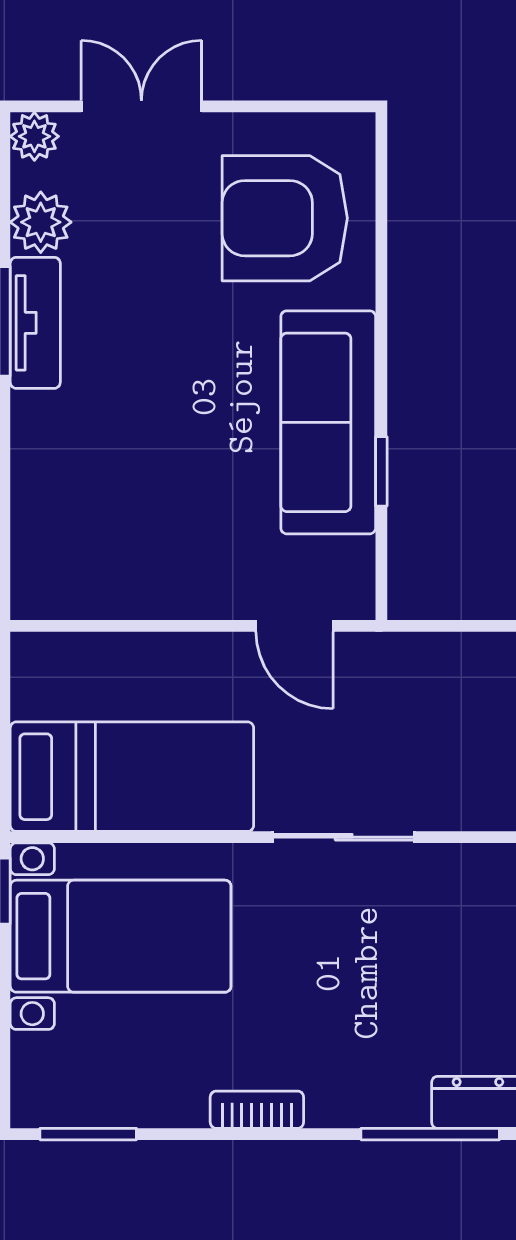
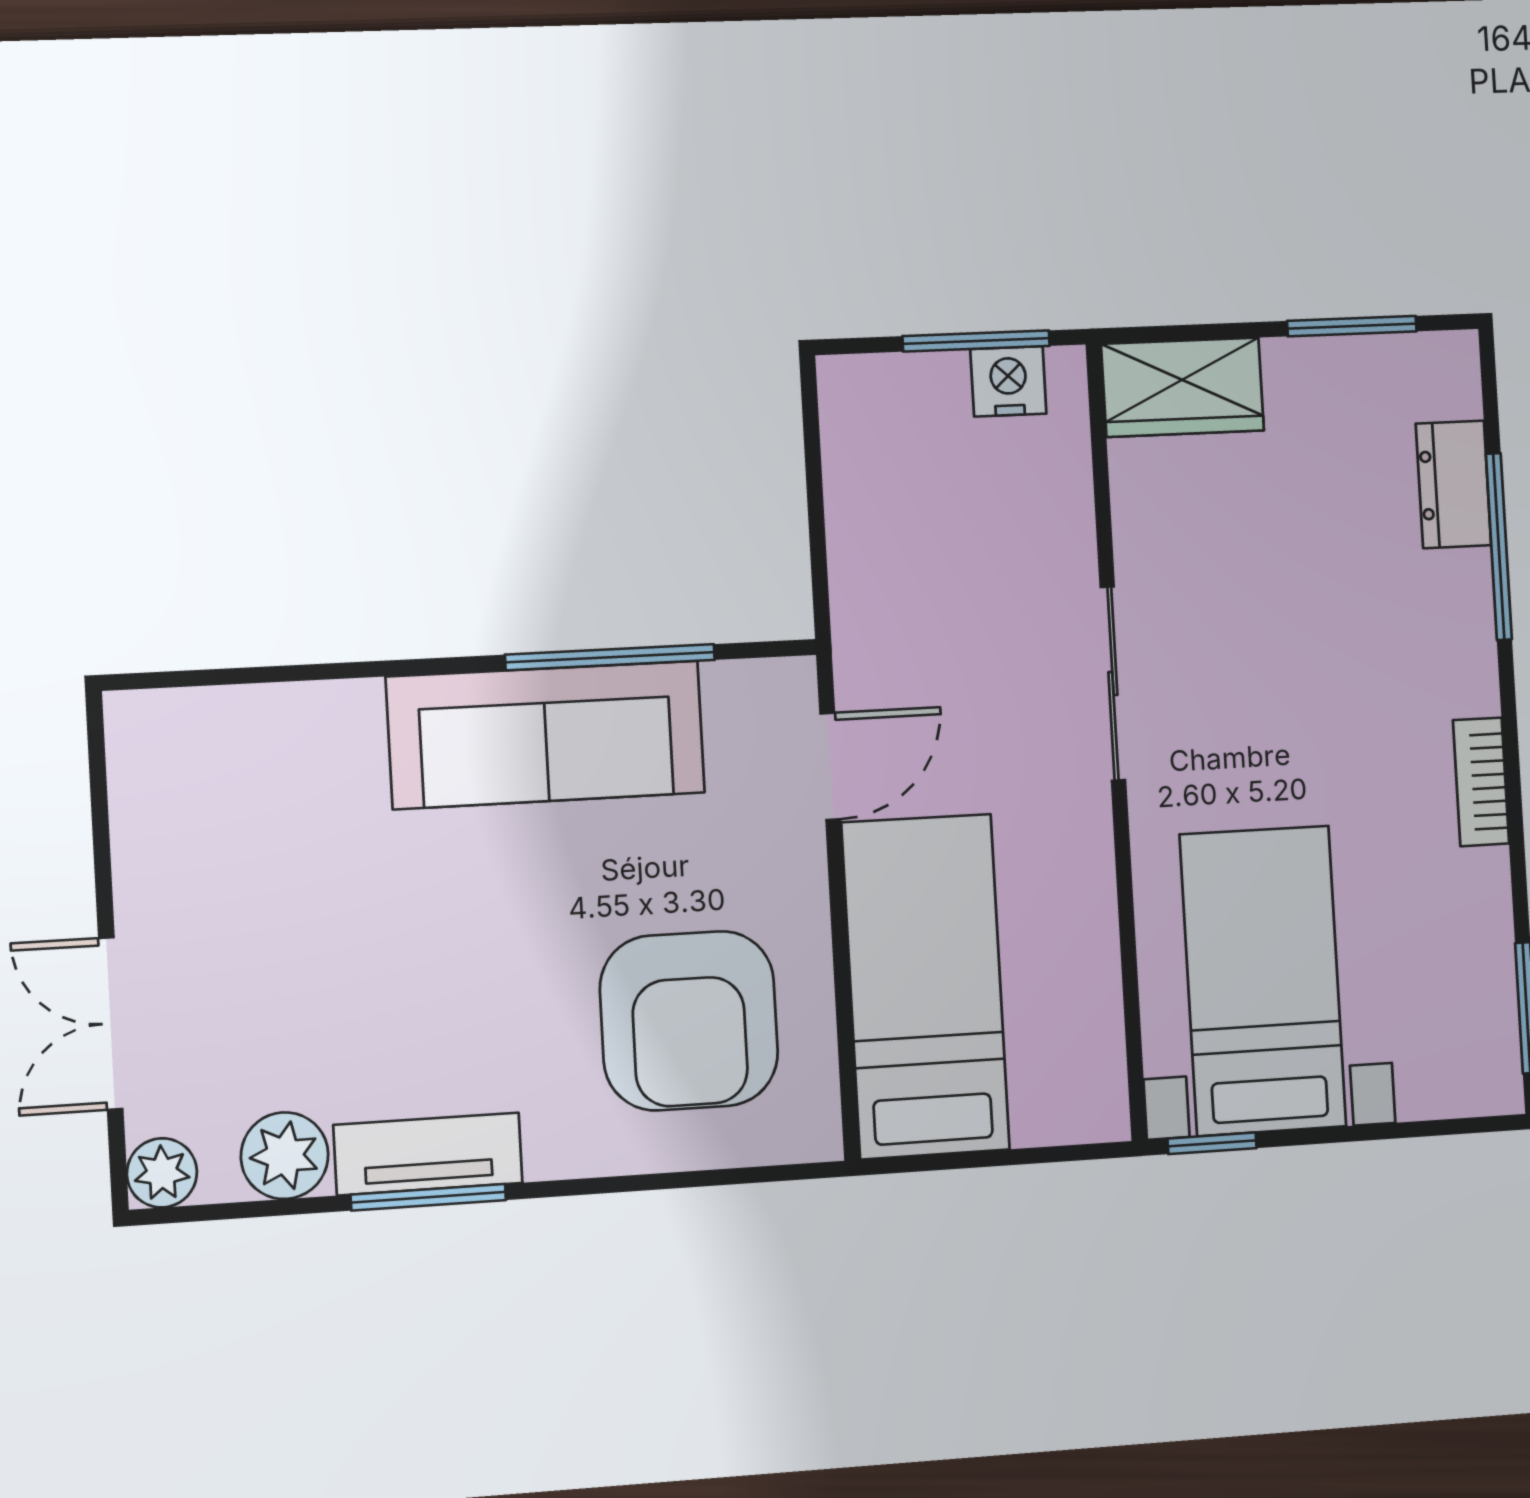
armchair: (285, 218) -> (689, 1021), moved
window: (381, 471) -> (610, 657), width x2.17
bed: (132, 777) -> (926, 986), moved

